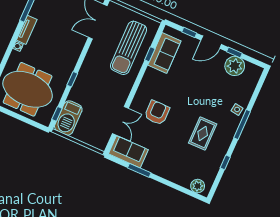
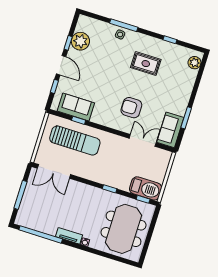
window: (242, 124) -> (124, 25), moved

